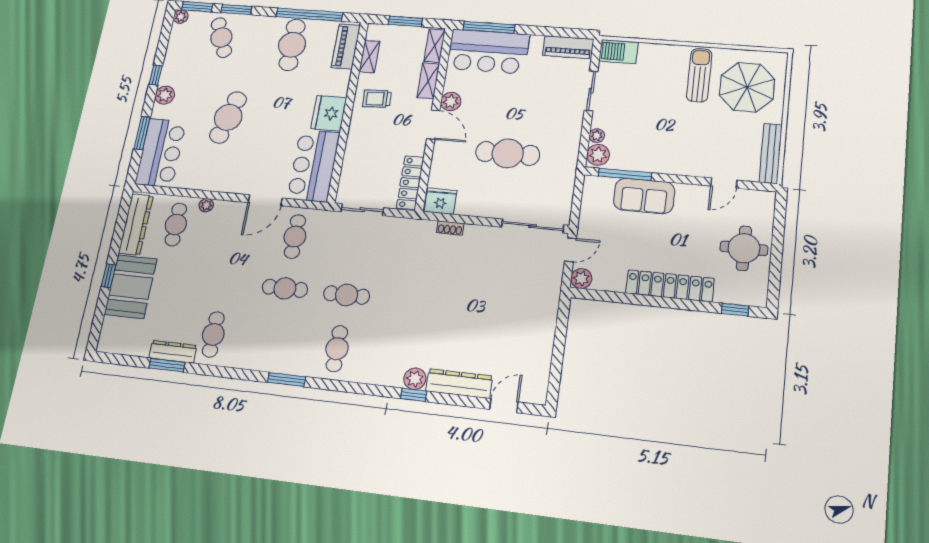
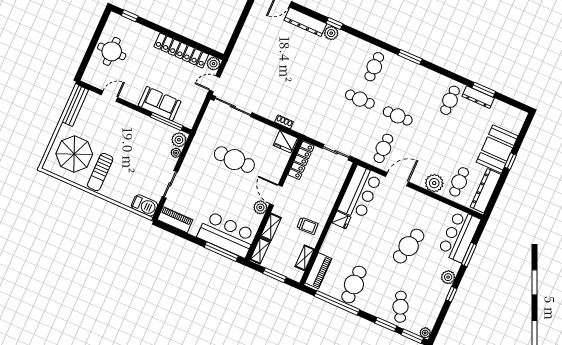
fridge: (329, 113) -> (341, 220), width x0.53, depth x0.75
plant: (206, 205) -> (434, 183), width x1.87, depth x1.87
locker: (670, 286) -> (181, 51), moved

